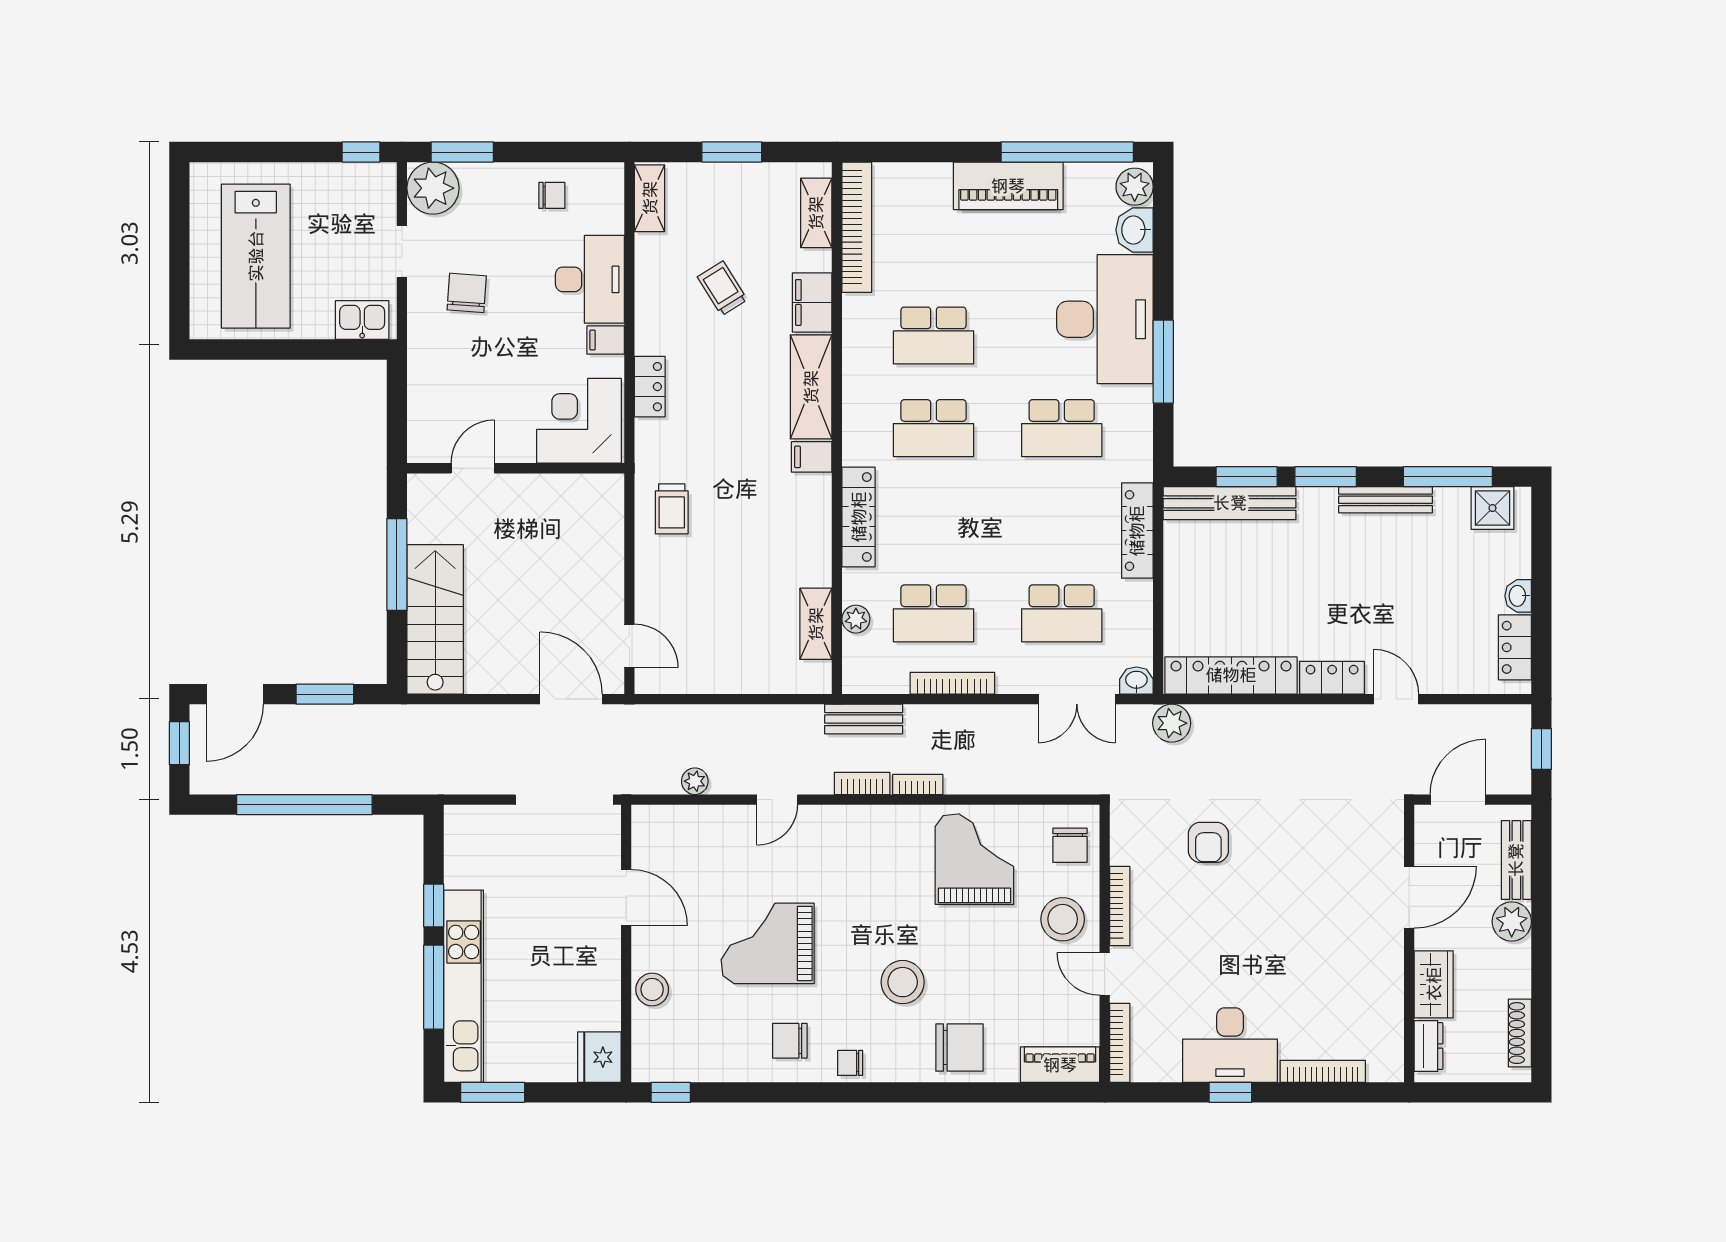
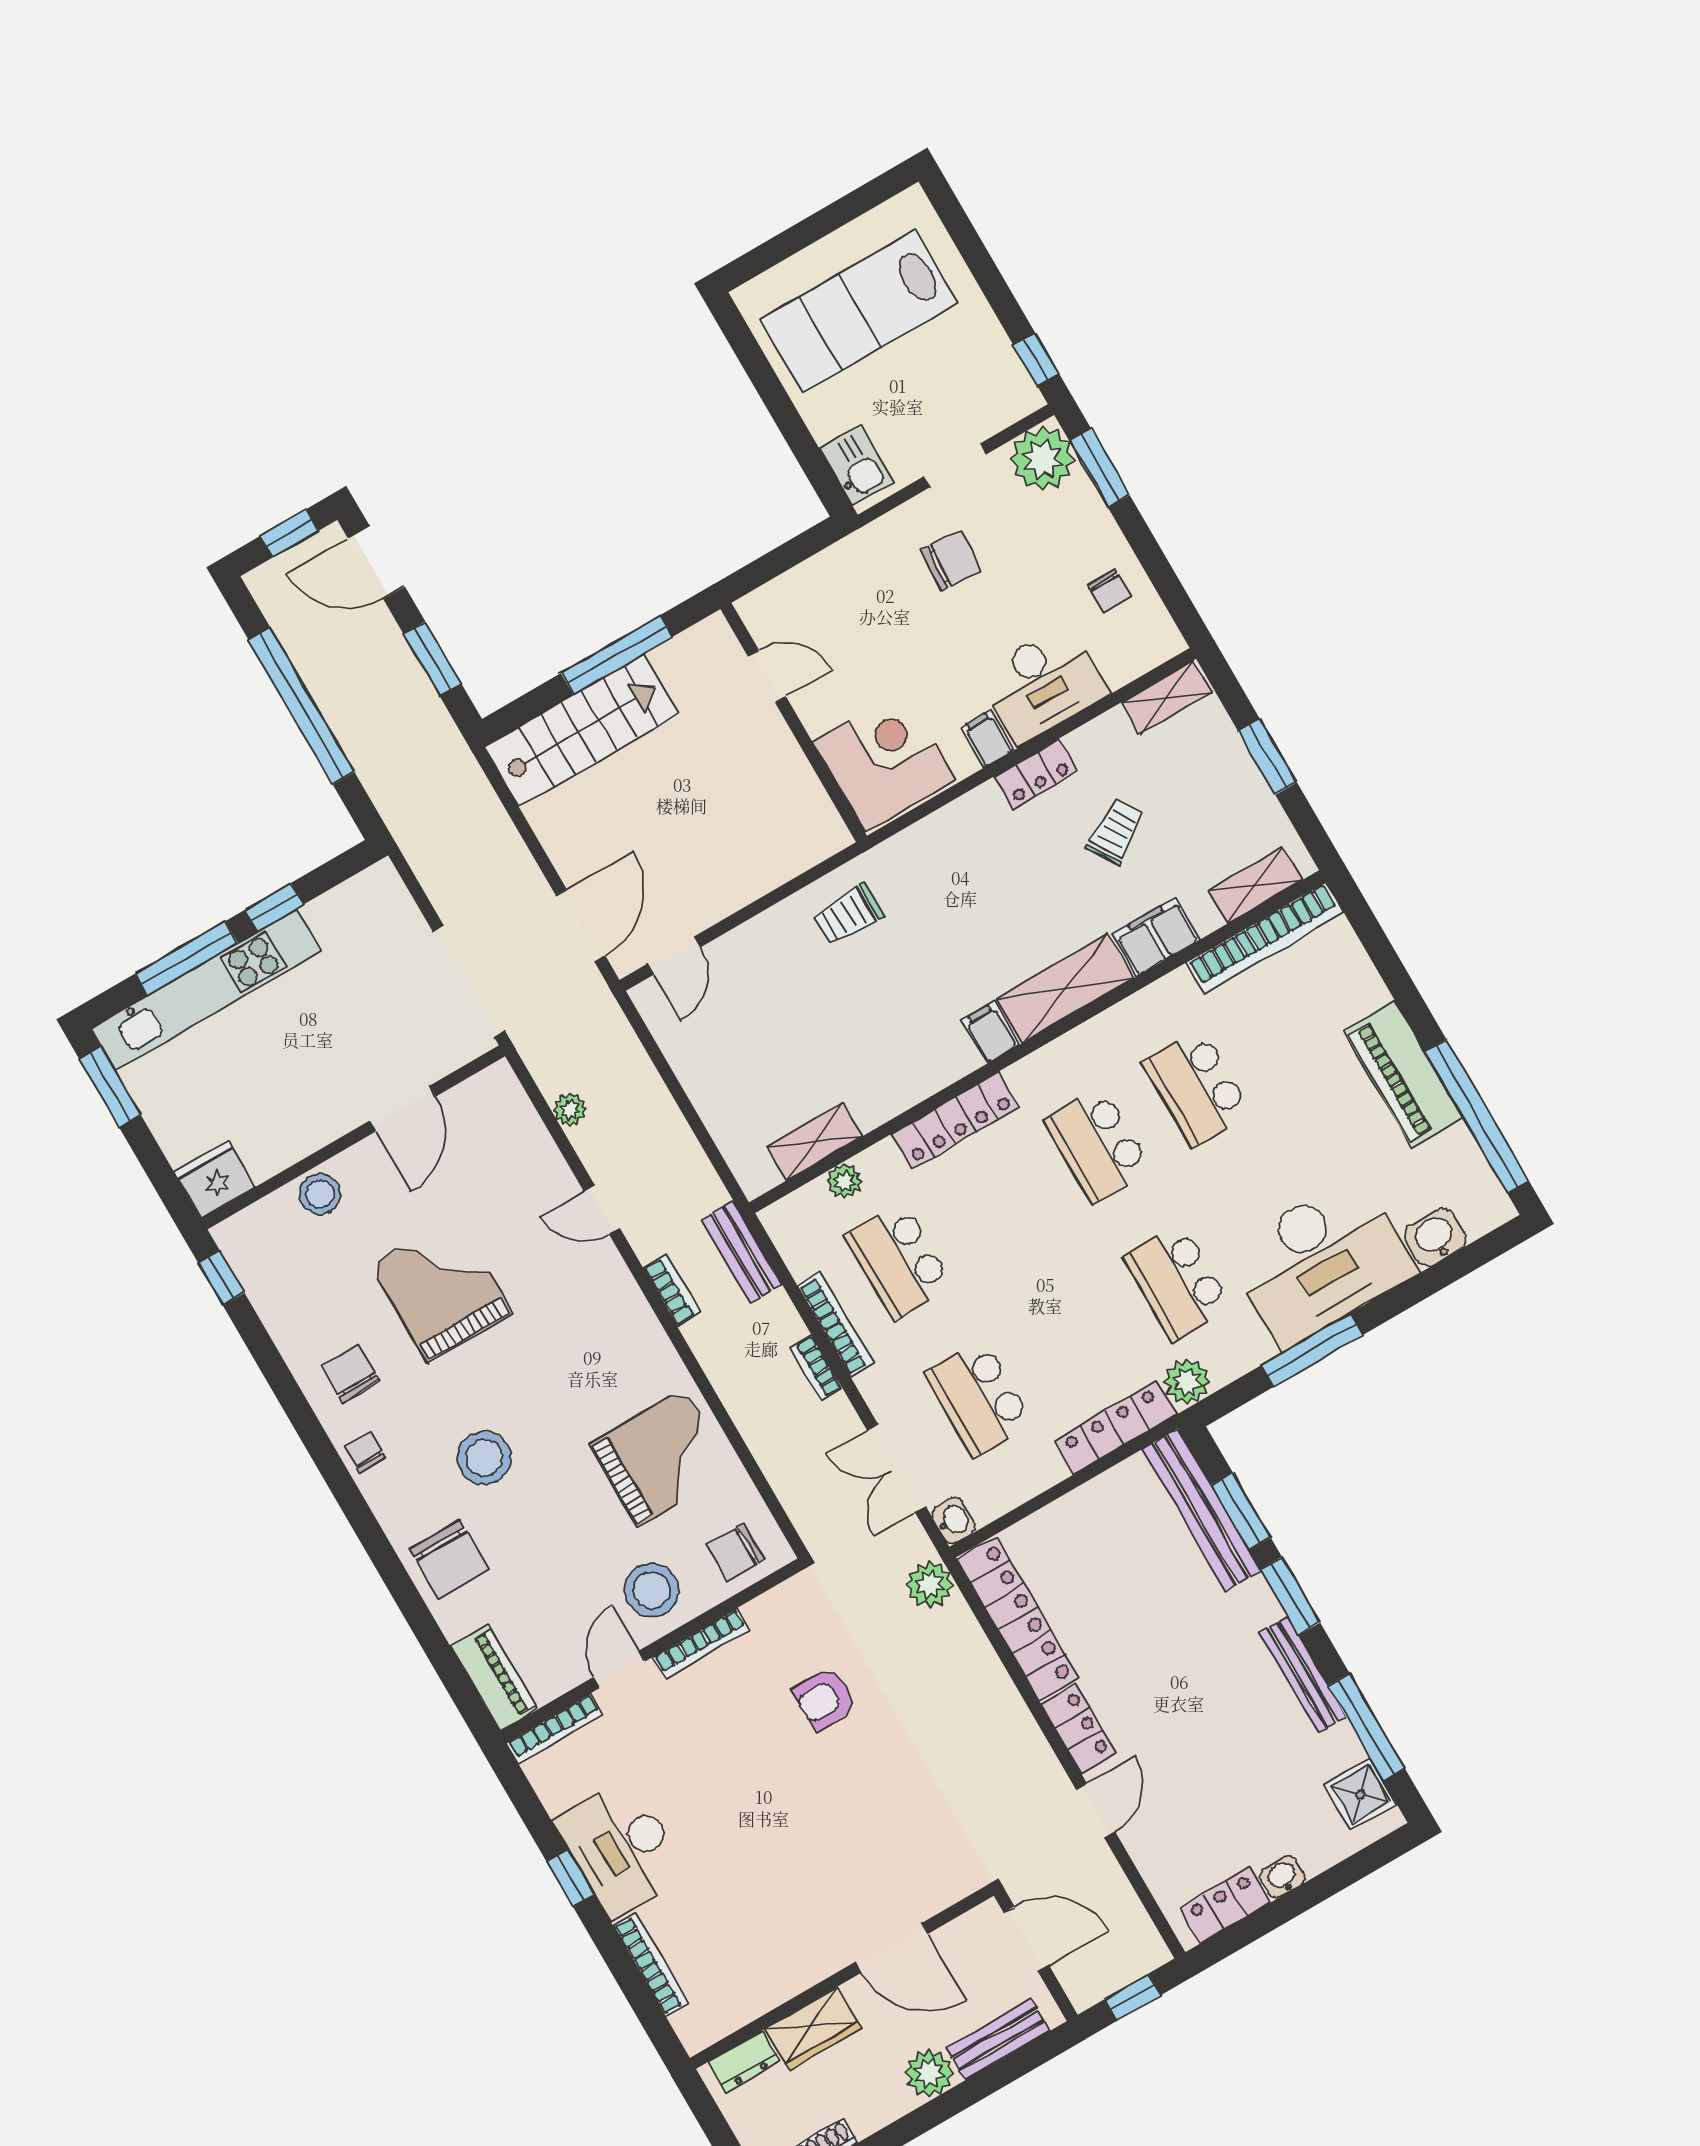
plant: (1135, 187) -> (1187, 1382), moved
locker: (650, 387) -> (1036, 774), moved
bookcase: (918, 784) -> (816, 1368), moved, turned 180

